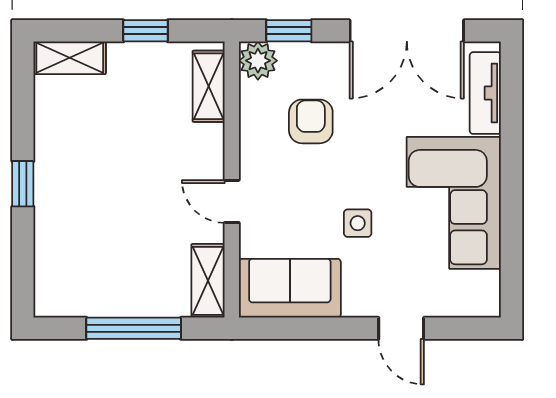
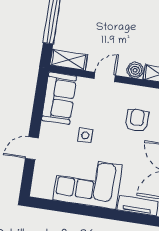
armchair: (311, 121) -> (137, 120), turned -90
boiler: (208, 141) -> (135, 70), added

